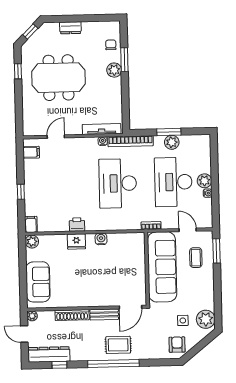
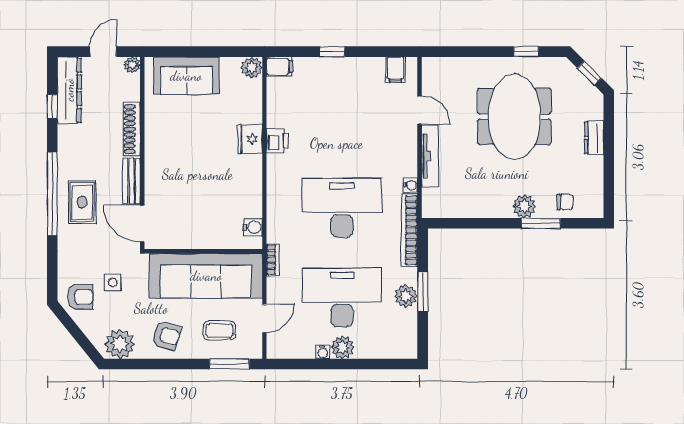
tv unit: (102, 129) -> (430, 156), moved
water cooler: (101, 239) -> (253, 227), moved
armchair: (200, 291) -> (166, 335), added
side table: (183, 320) -> (113, 282), moved

